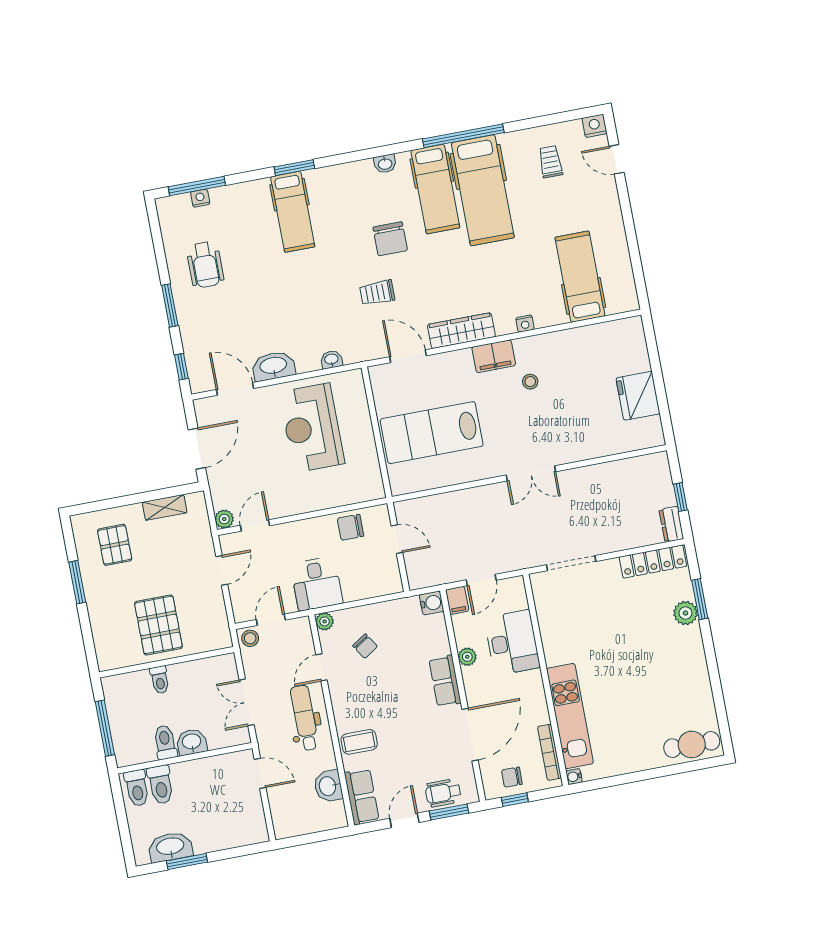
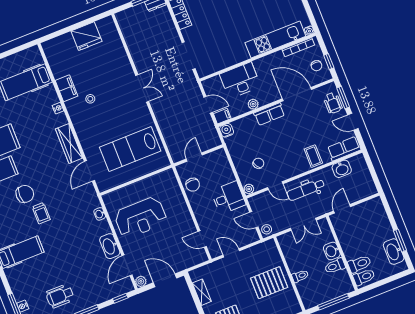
wheelchair: (205, 265) -> (60, 296), turned 180
trolley: (377, 293) -> (41, 213), moved
filing cabinet: (494, 356) -> (66, 88), moved
lab bench: (432, 433) -> (130, 149), turned 90
plant: (224, 519) -> (141, 281), moved

